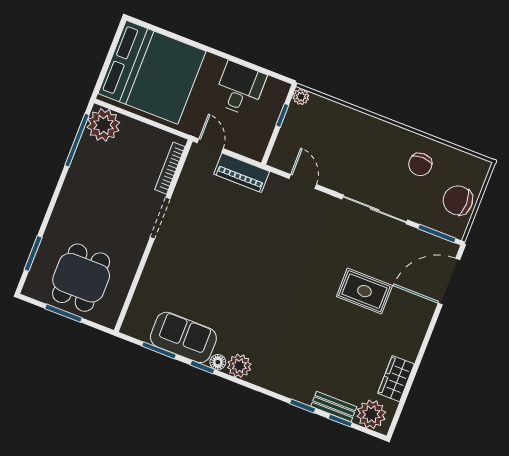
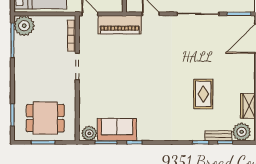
piano: (242, 173) -> (120, 25), width x1.37, depth x1.33
dining table: (81, 278) -> (45, 118), turned 90
rug: (364, 291) -> (203, 94), moved, turned 90
floor lamp: (218, 362) -> (142, 136), removed
plant: (239, 366) -> (89, 133), moved

